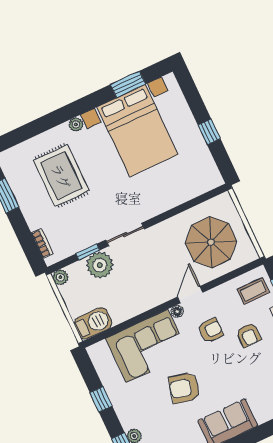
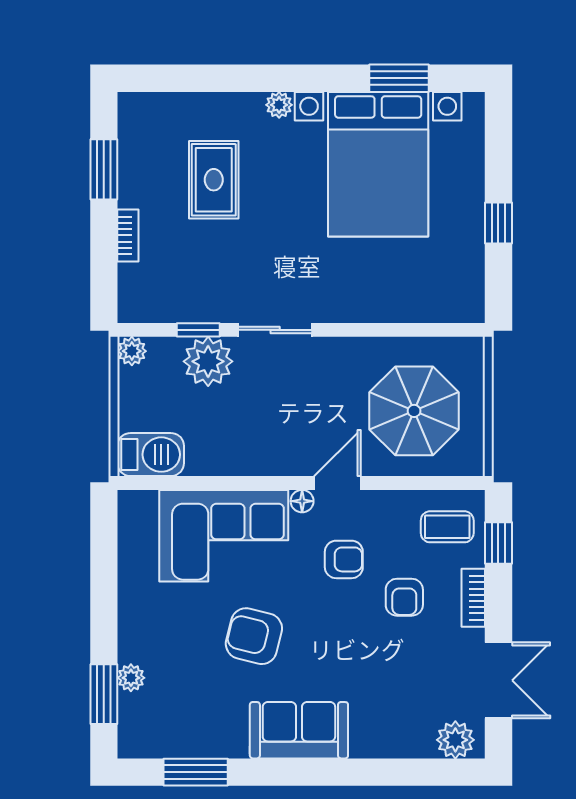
rug: (61, 176) -> (214, 180), width x0.73, depth x0.70
bookcase: (42, 243) -> (128, 235), moved
window: (101, 399) -> (104, 589), removed

